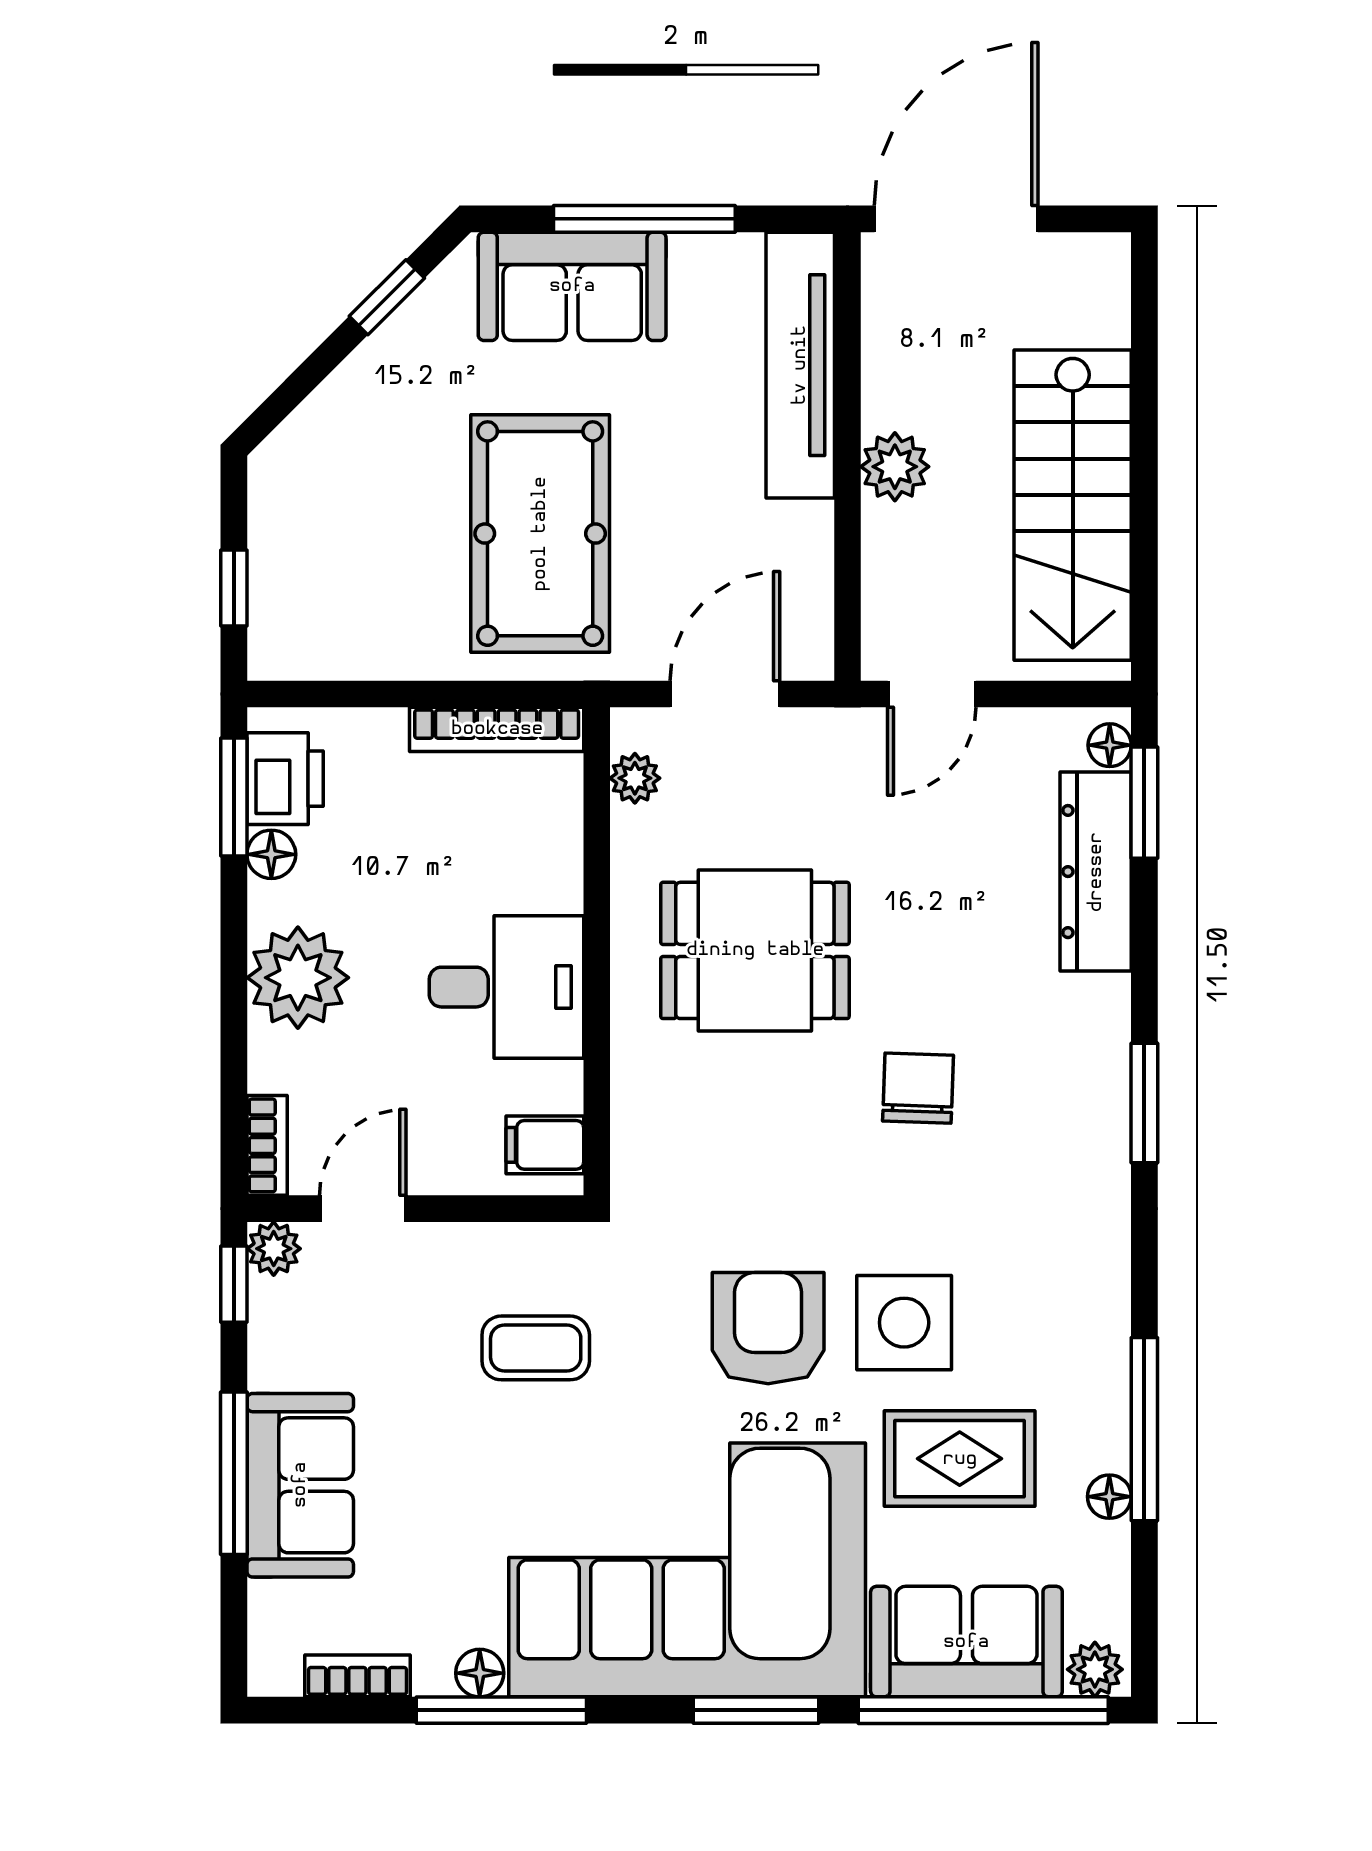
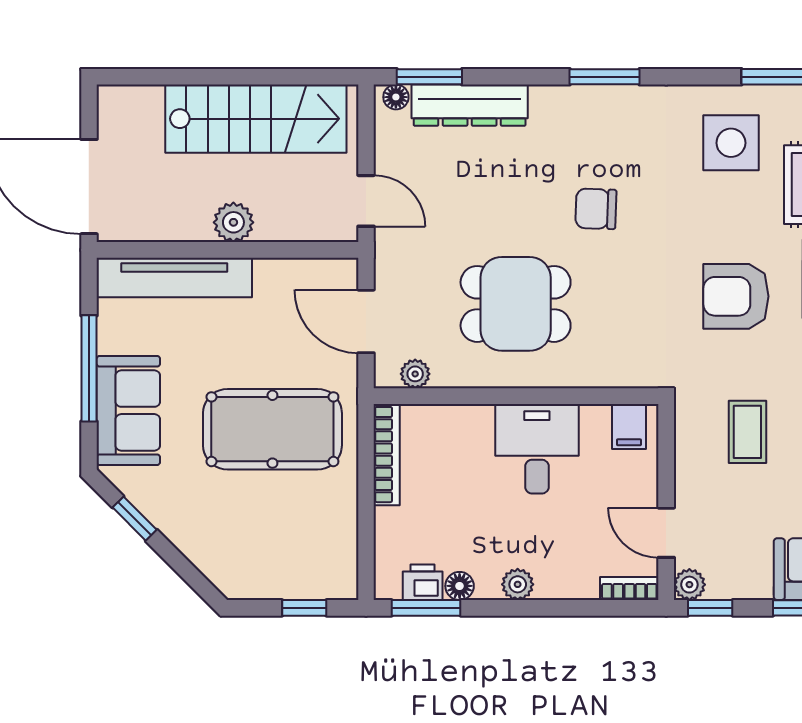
printer: (285, 779) -> (423, 582), width x0.73, depth x0.81
dining table: (755, 950) -> (516, 304), turned 90
plant: (298, 978) -> (518, 584), width x0.53, depth x0.53
side table: (904, 1323) -> (731, 143), moved

